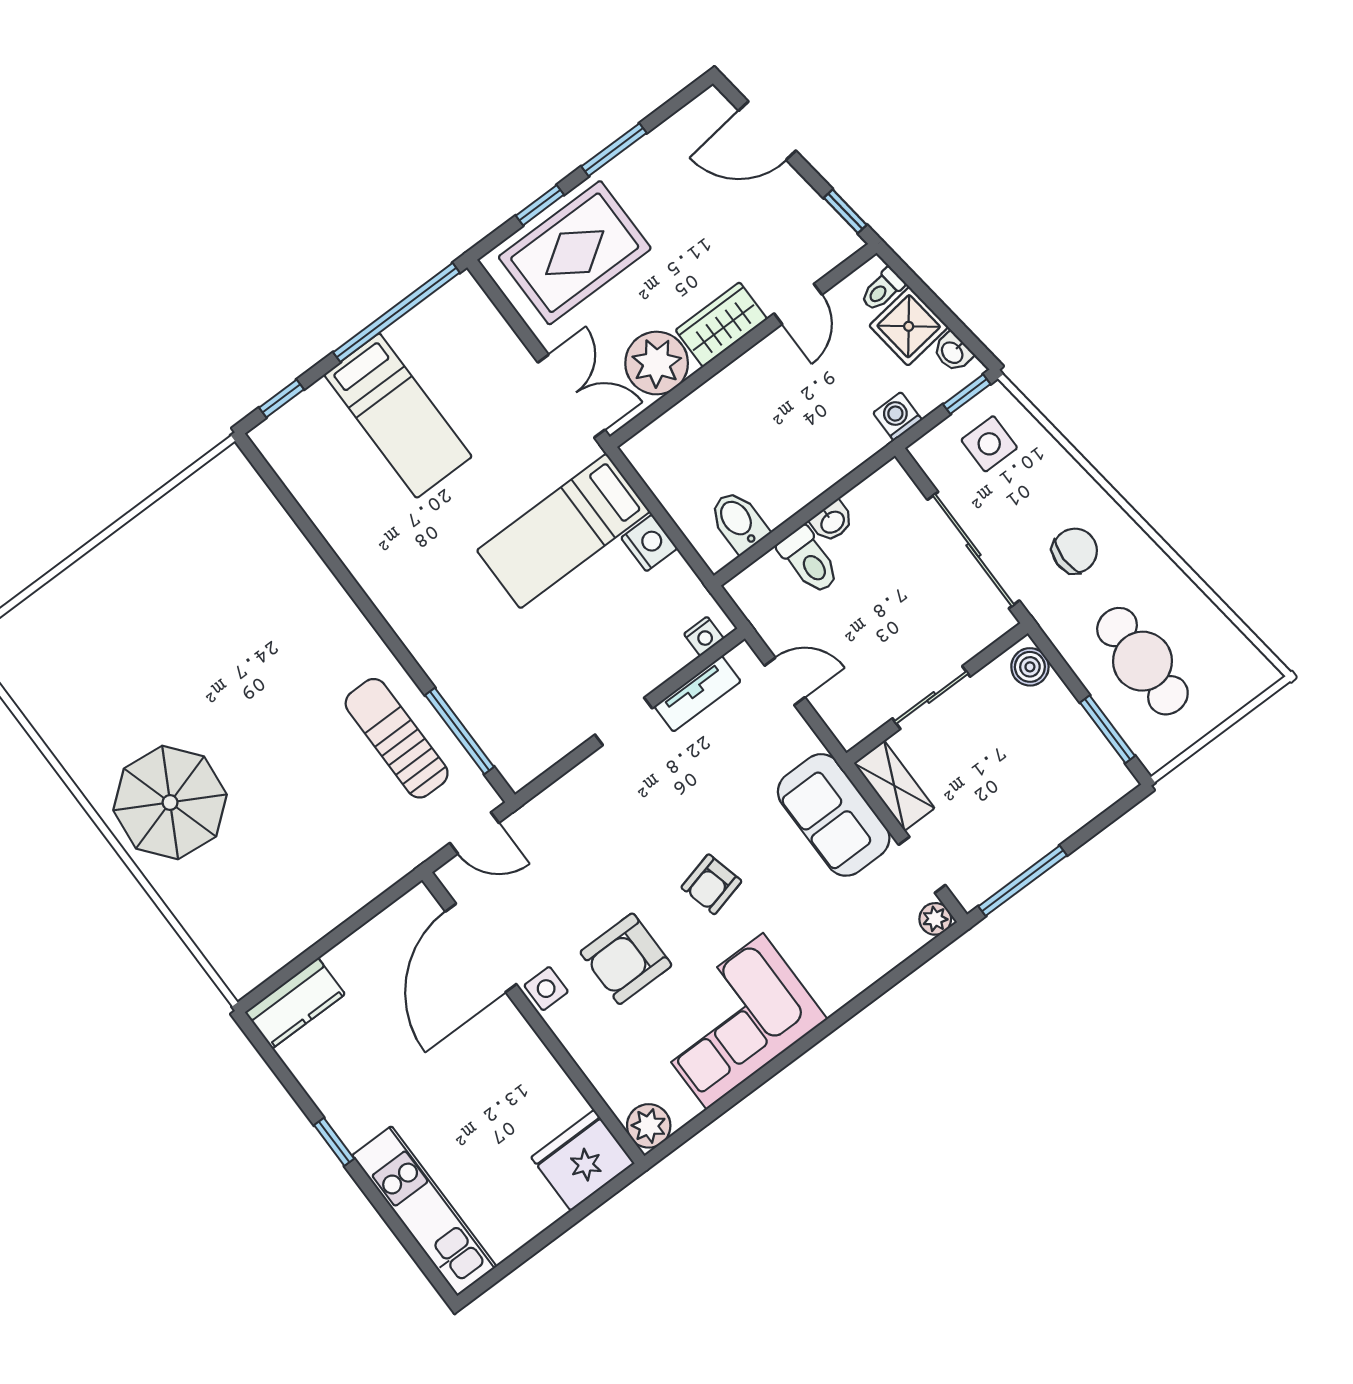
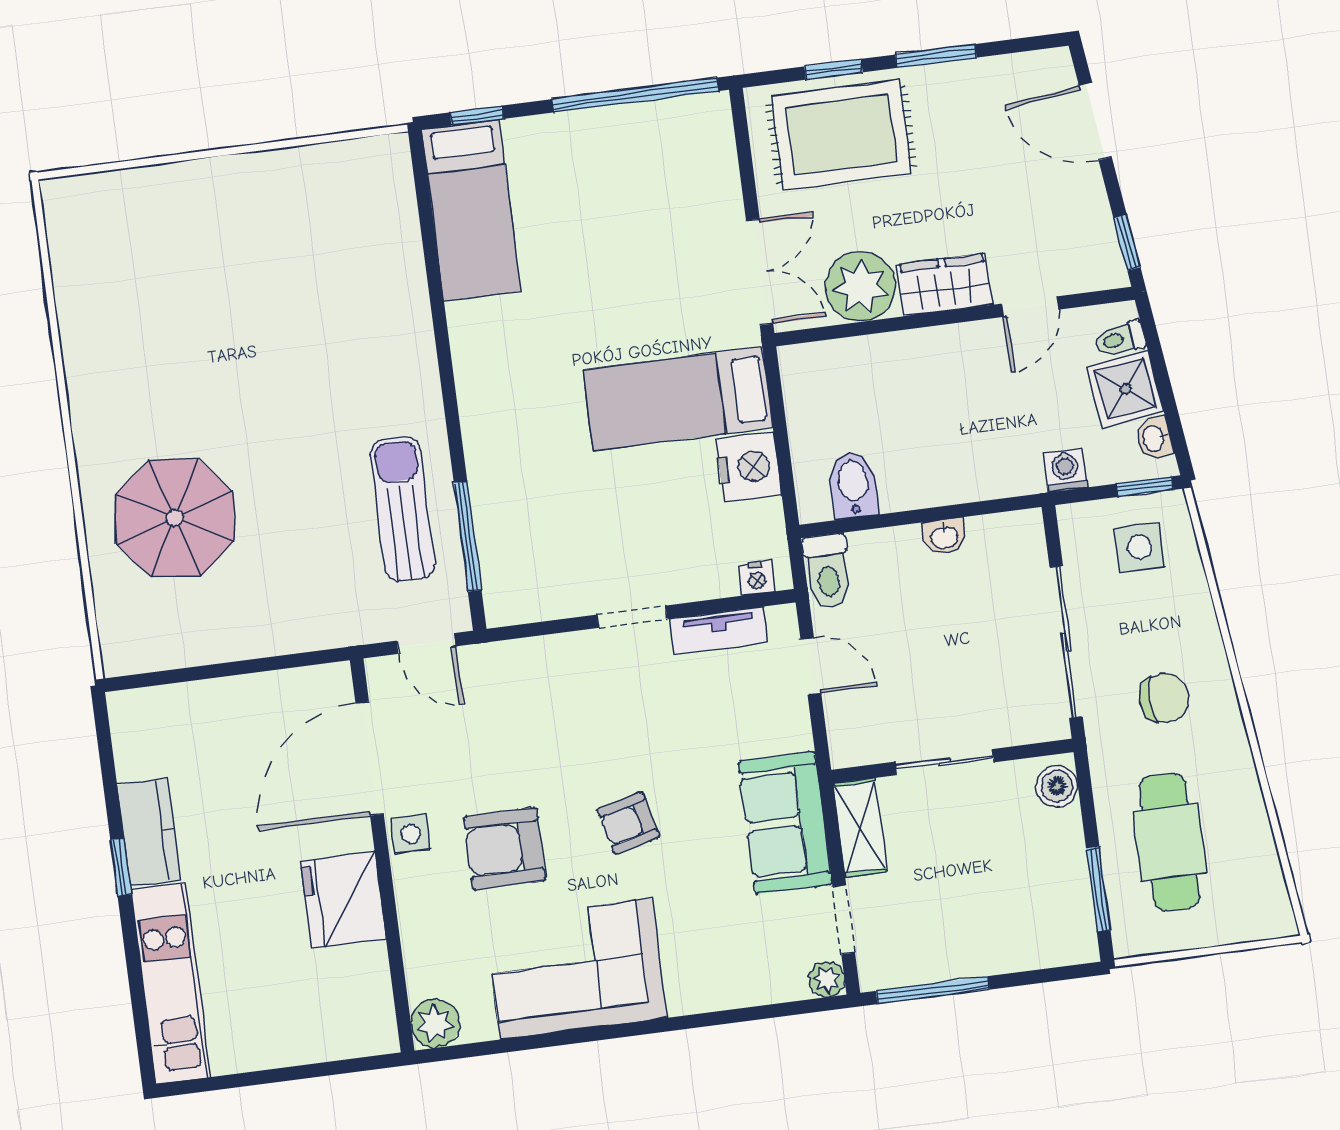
bed: (398, 416) -> (471, 210), moved
nightstand: (649, 543) -> (749, 467), width x1.36, depth x1.33
toilet: (809, 560) -> (828, 571), moved
parasol: (170, 802) -> (175, 518), moved
kitchen counter: (295, 1003) -> (149, 832), moved, turned -90
fridge: (583, 1160) -> (343, 900), moved, turned -90

